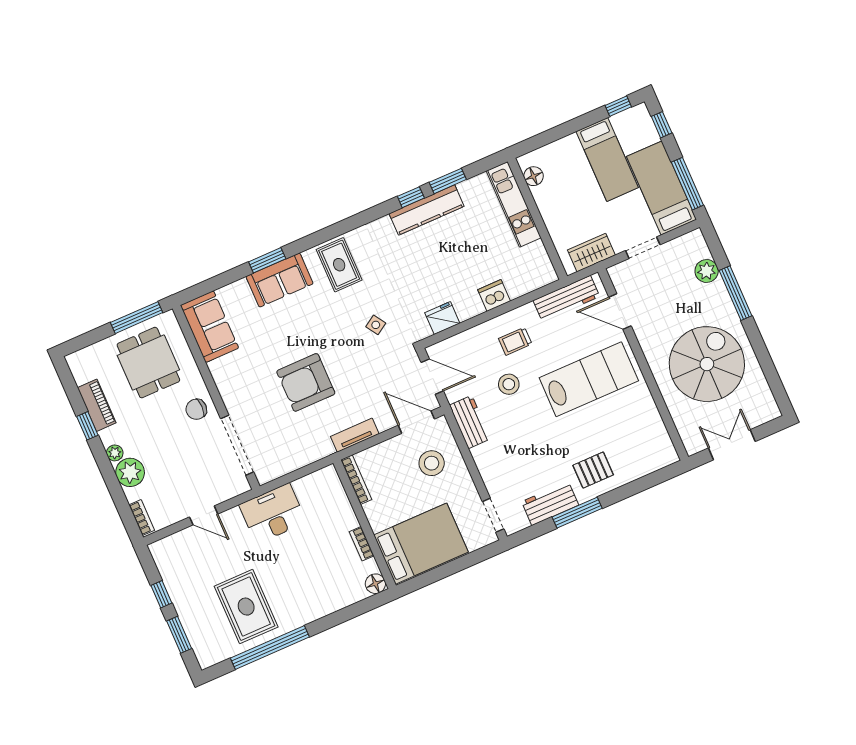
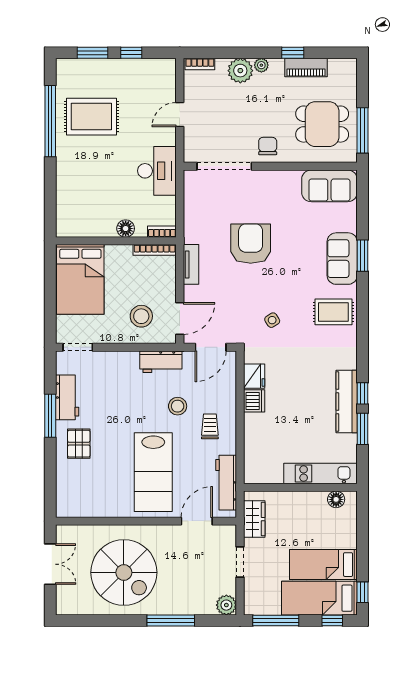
bed: (662, 188) -> (319, 598), moved, turned 180
plant: (707, 271) -> (226, 605), moved
dishwasher: (494, 295) -> (254, 401), moved
bookcase: (362, 544) -> (162, 232), moved
floor lamp: (375, 584) -> (126, 229), moved

